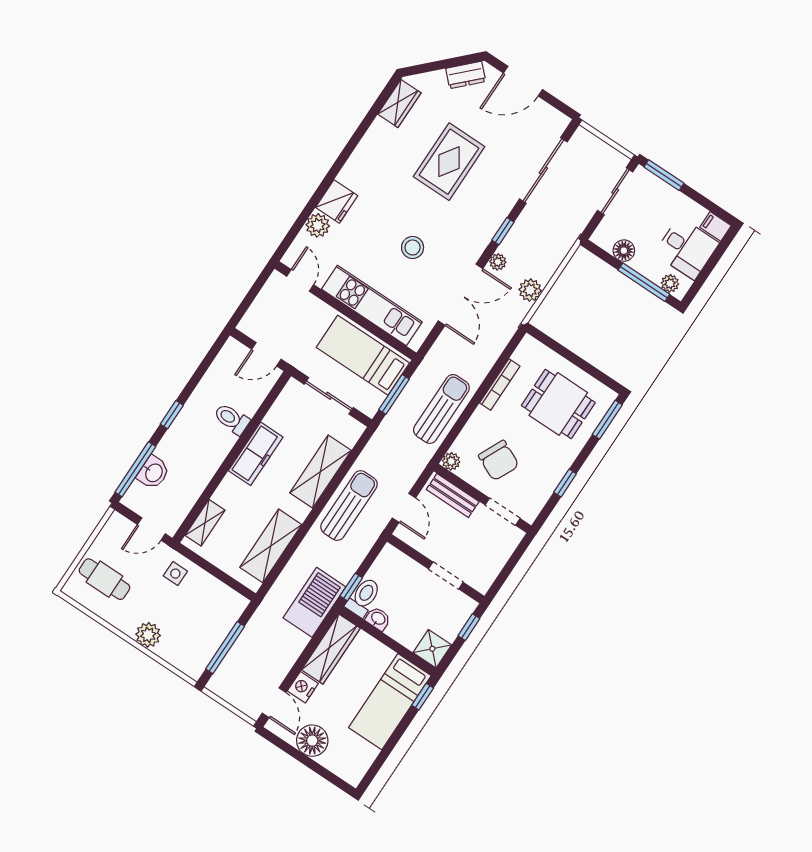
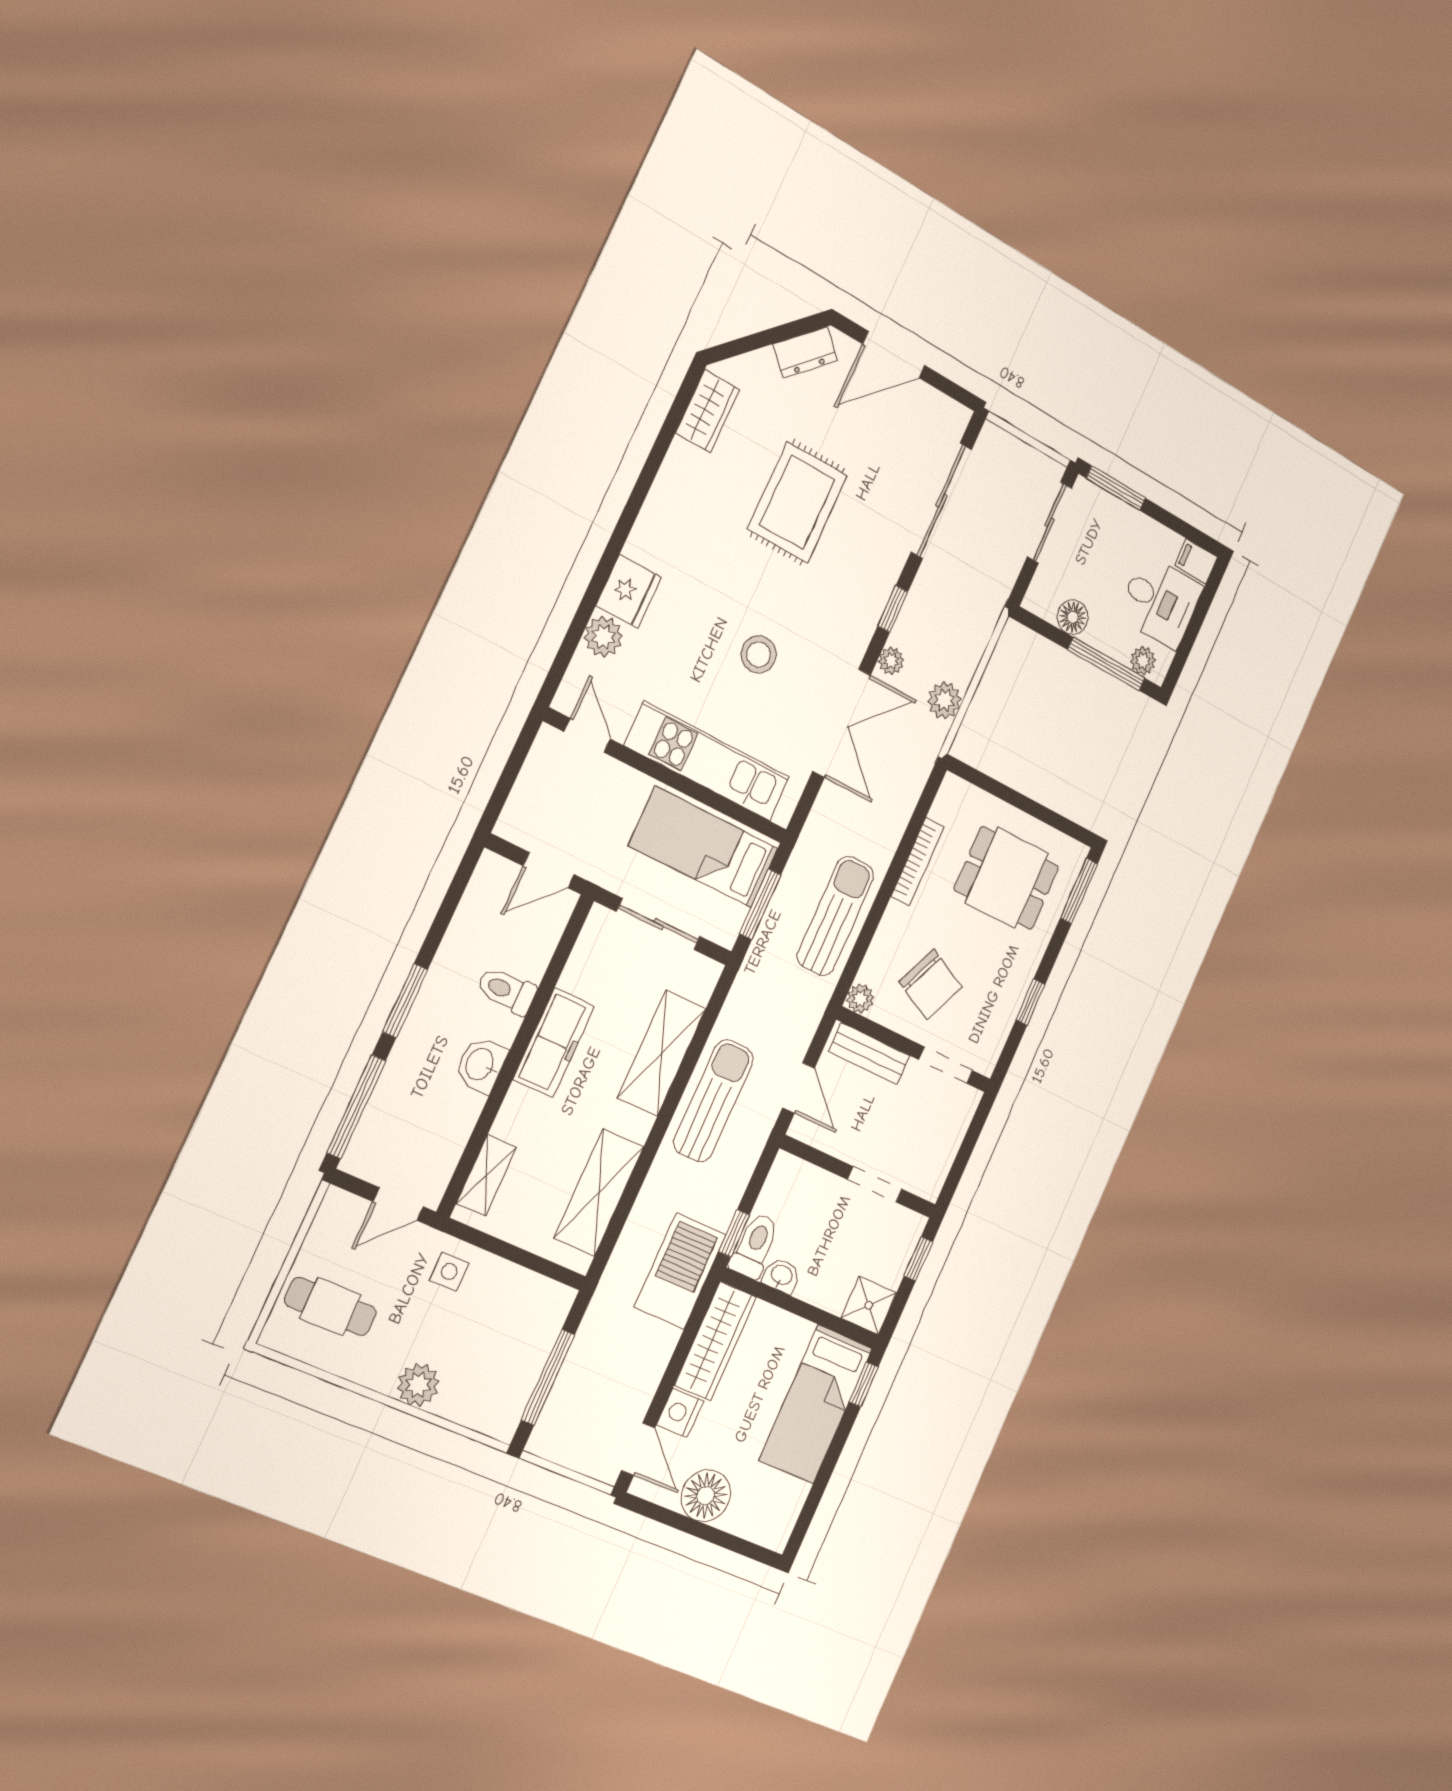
window: (172, 415) -> (405, 1001), width x1.50
washbasin: (153, 472) -> (481, 1065), moved, turned 180

